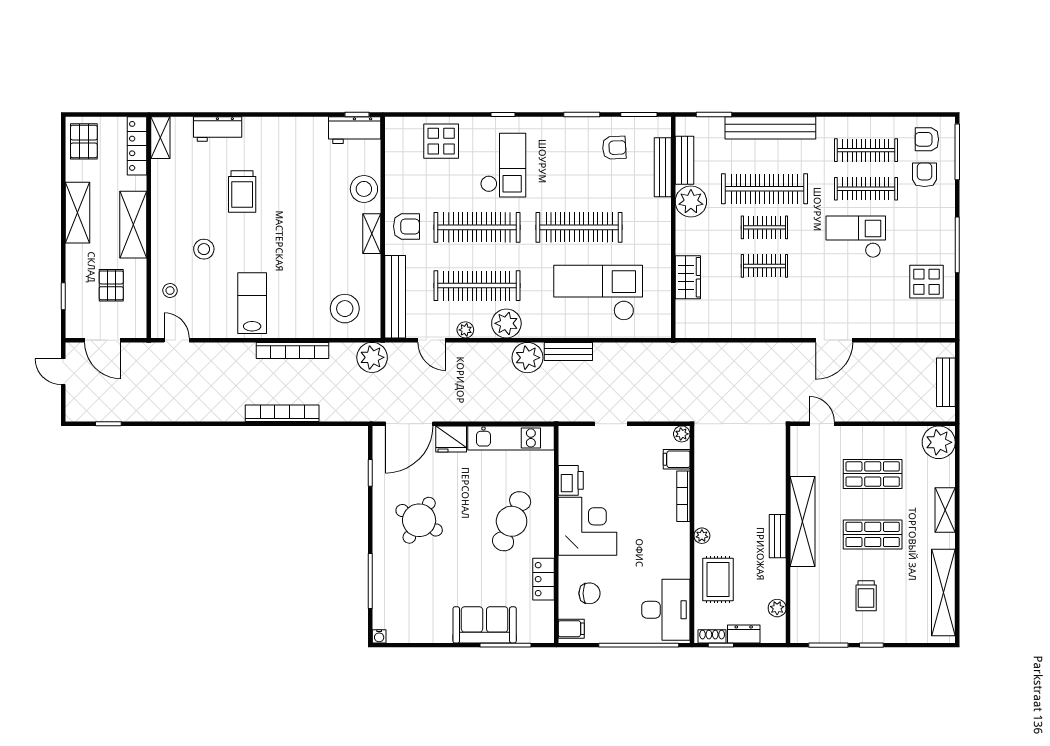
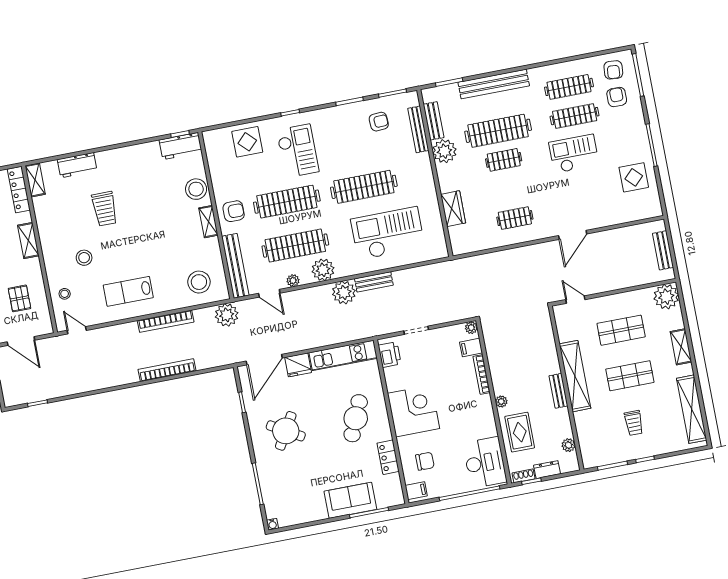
armchair: (927, 139) -> (613, 70), turned -85
shelving: (133, 225) -> (28, 241), width x0.67, depth x0.75
clothes rail: (764, 266) -> (515, 218), moved
lab bench: (252, 303) -> (128, 291), turned -90
printer: (571, 480) -> (390, 355), moved

